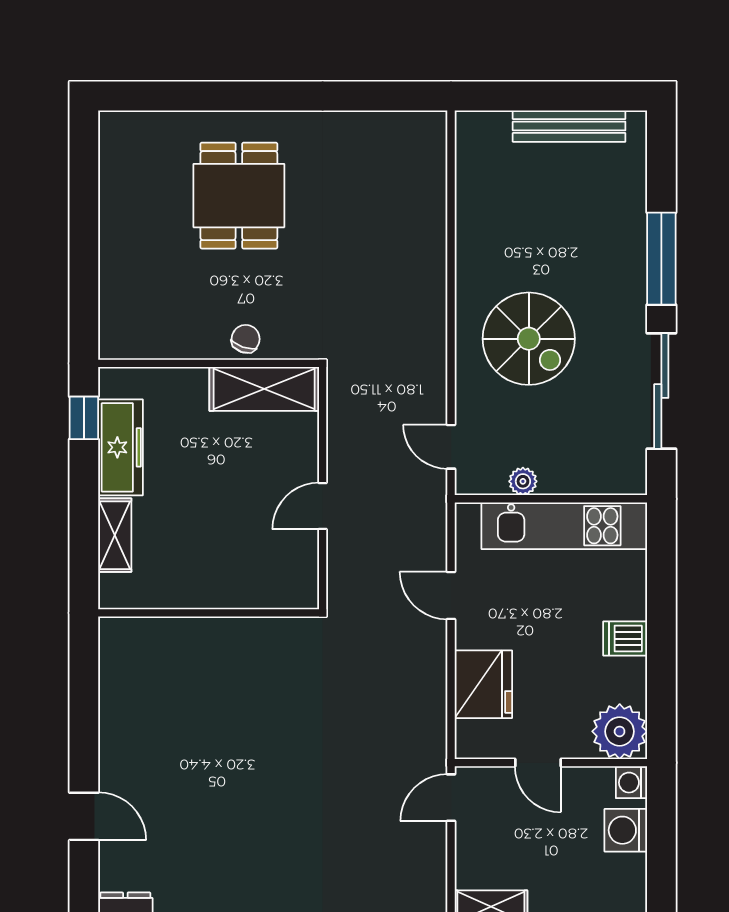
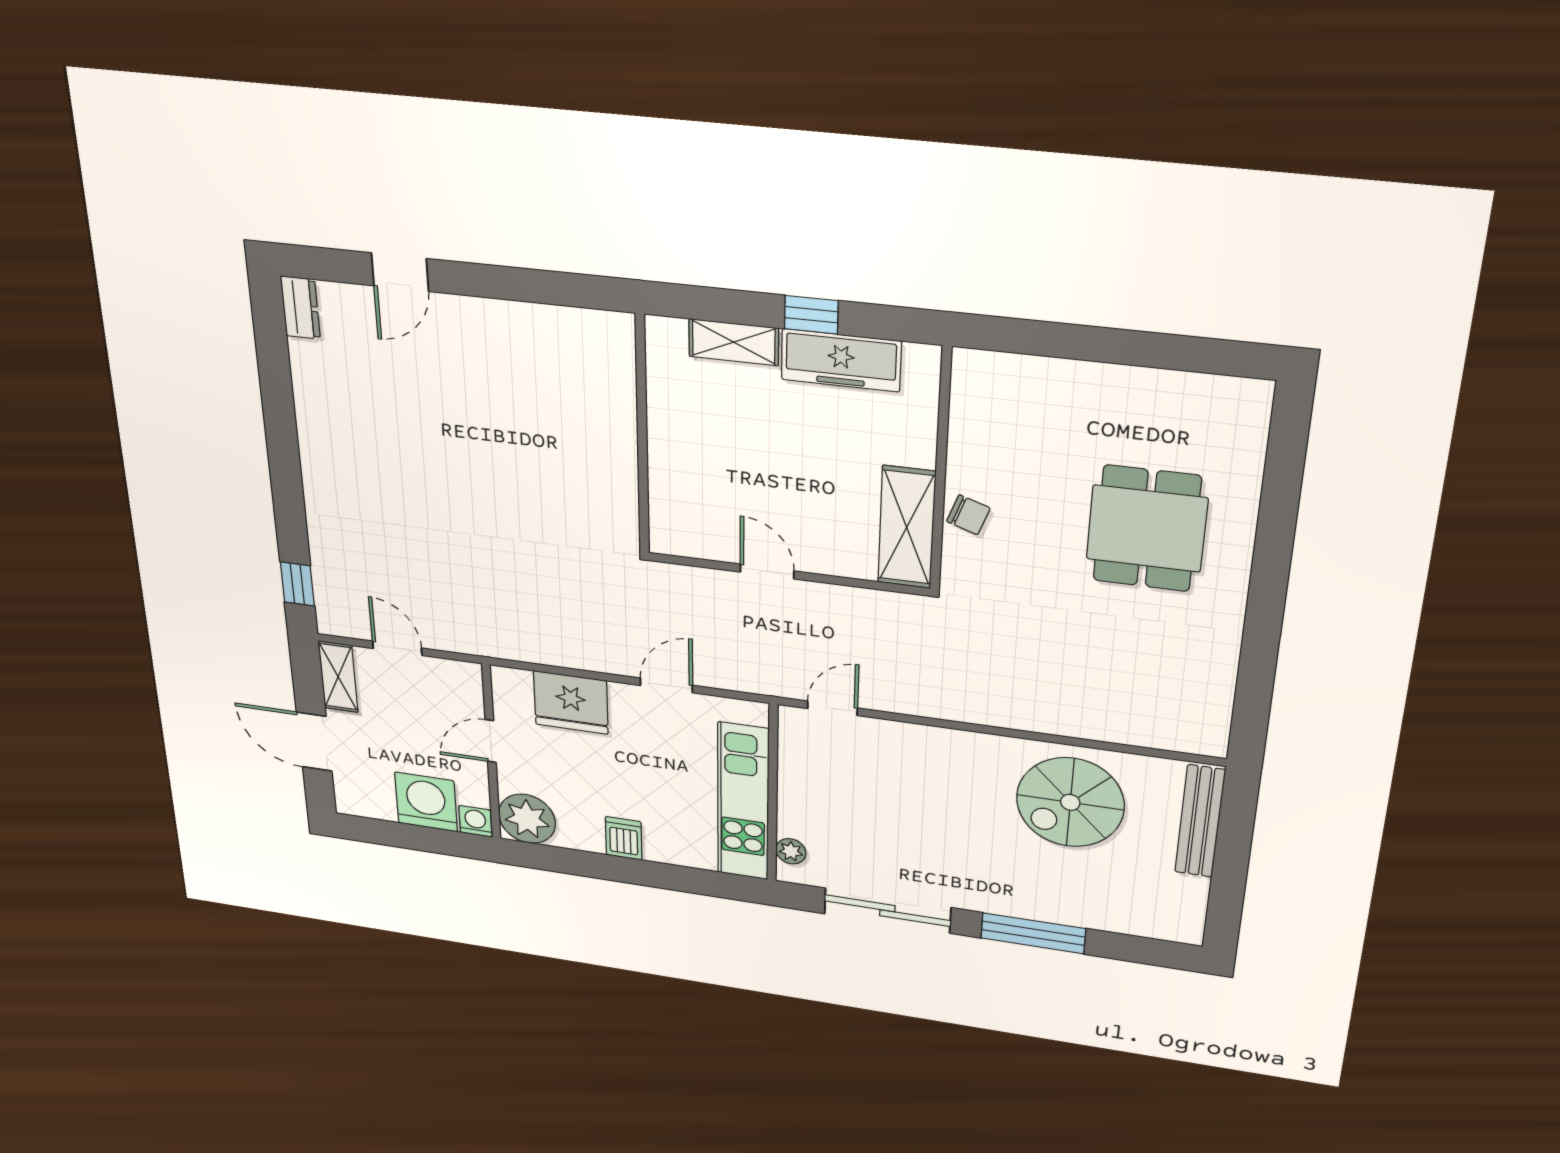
bench: (569, 126) -> (1200, 821), moved
dining table: (239, 196) -> (1147, 529), turned 90
spiral stairs: (529, 339) -> (1070, 802), moved
window: (84, 418) -> (811, 315), moved
plant: (523, 481) -> (791, 851), moved
door: (451, 798) -> (397, 648), moved
washing machine: (626, 830) -> (426, 802), width x1.37, depth x1.37

